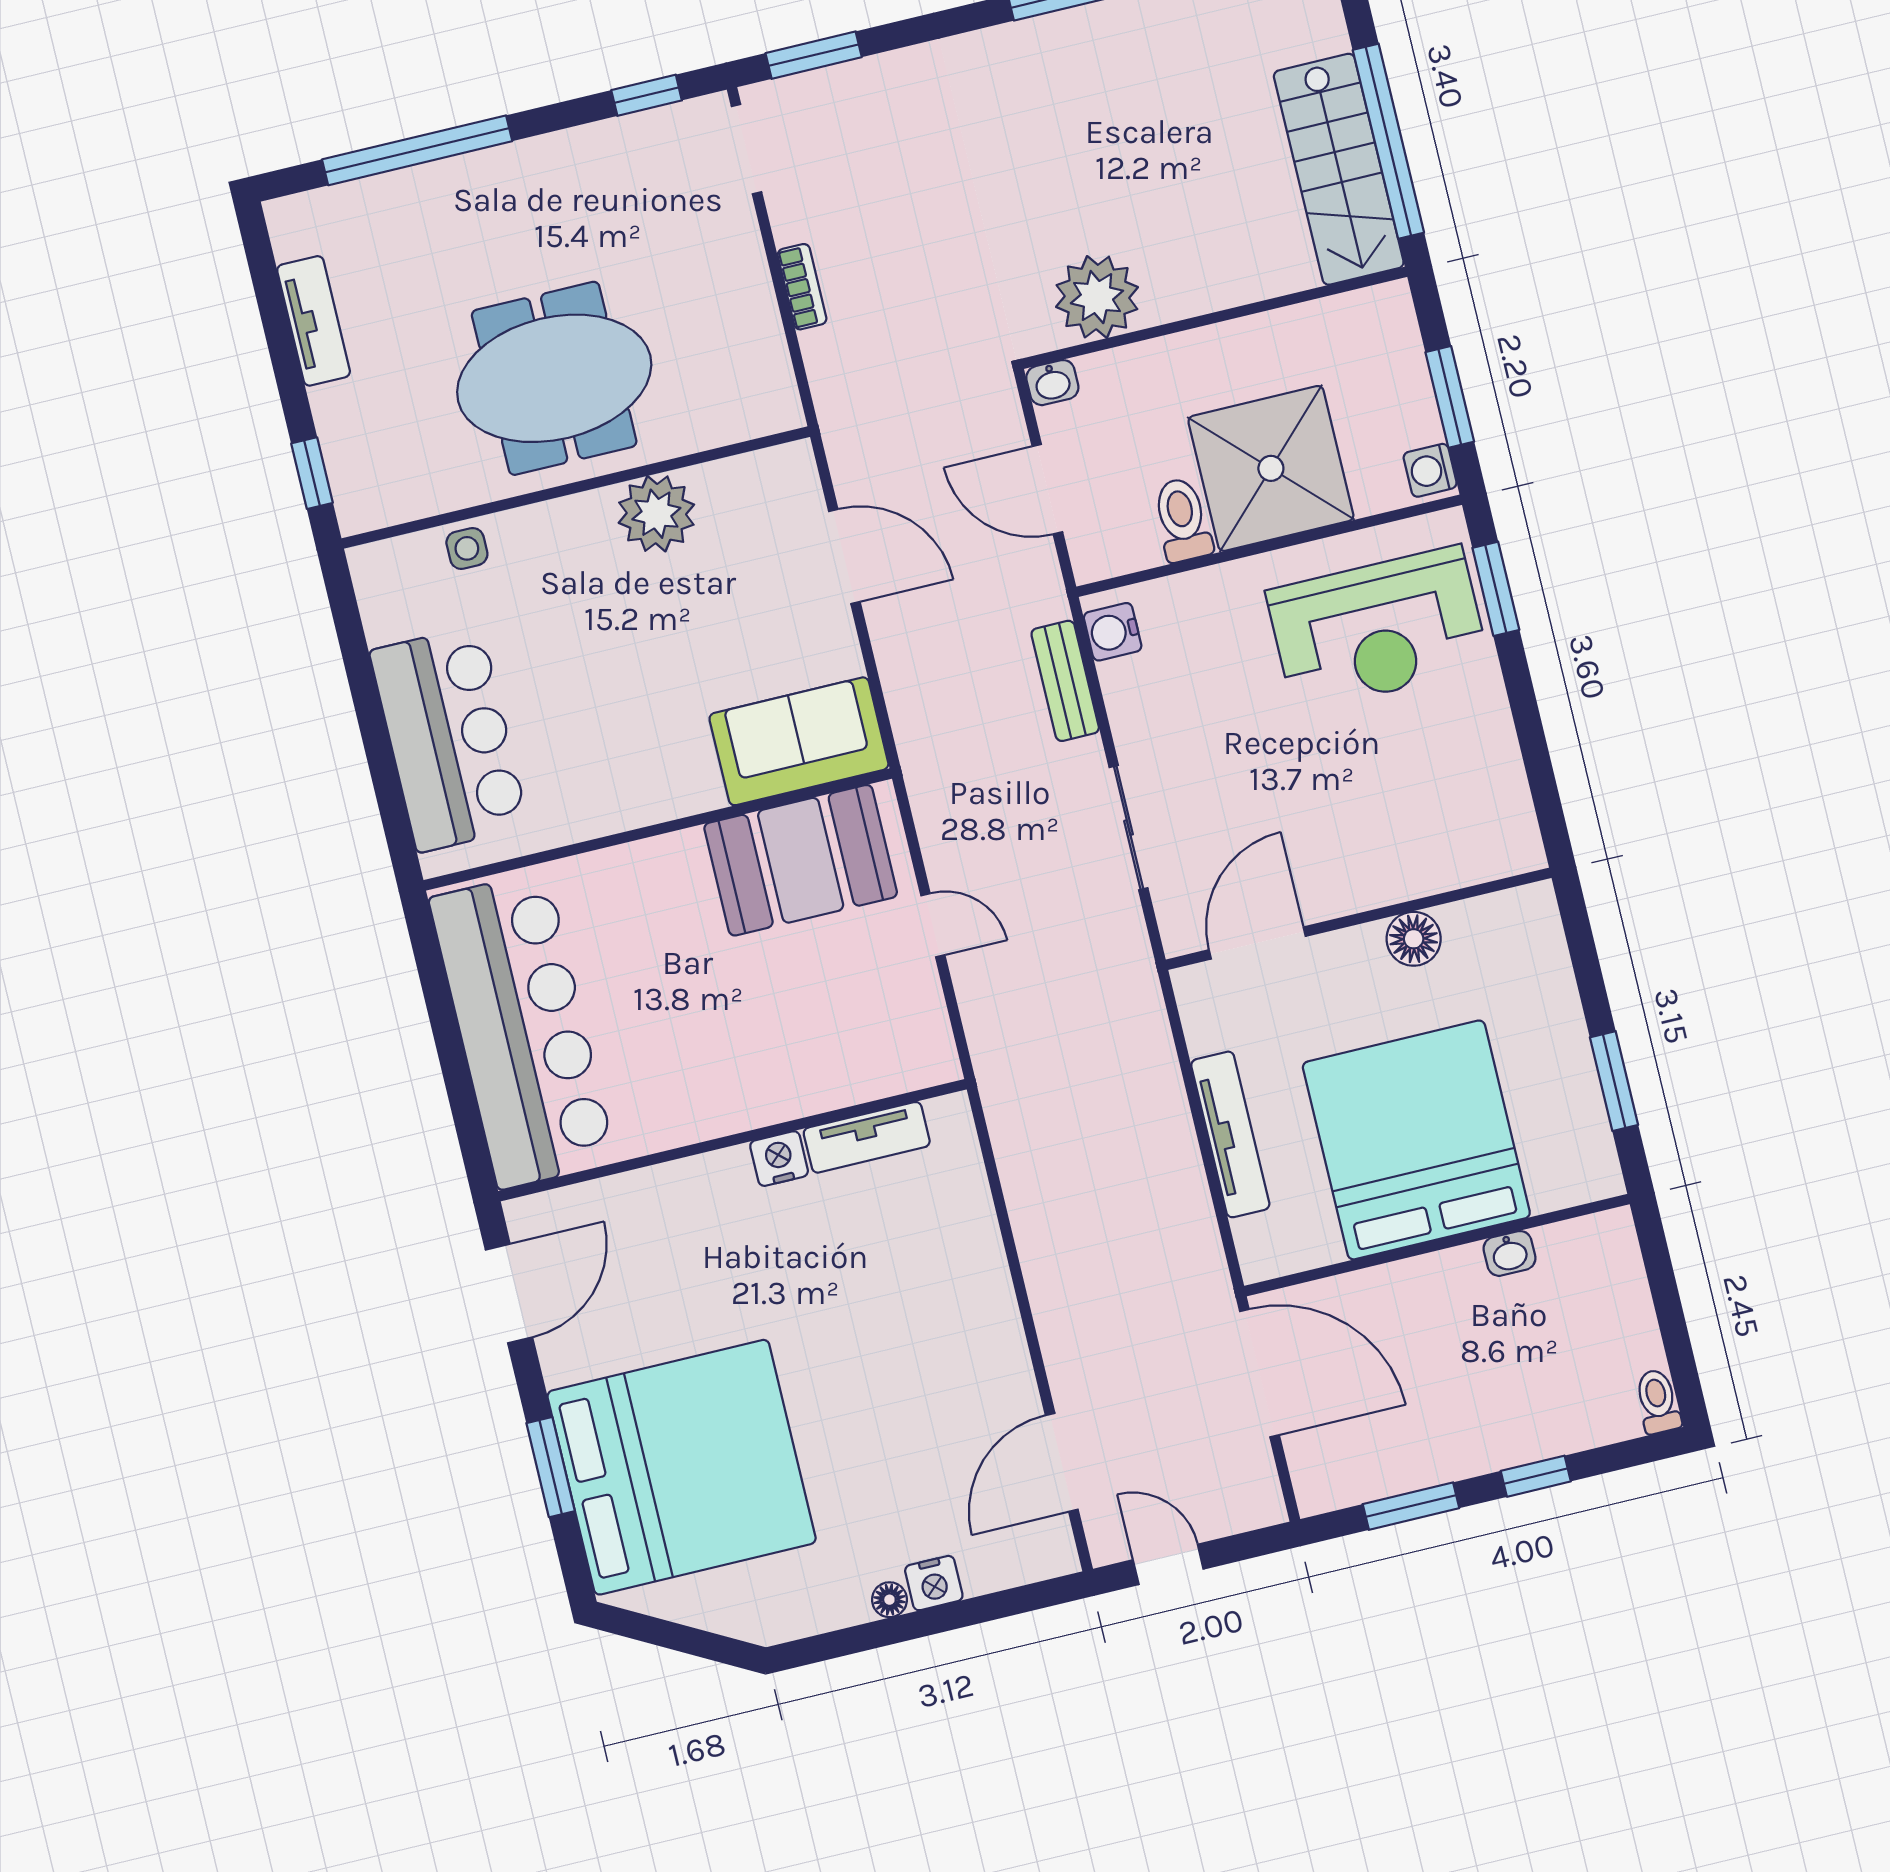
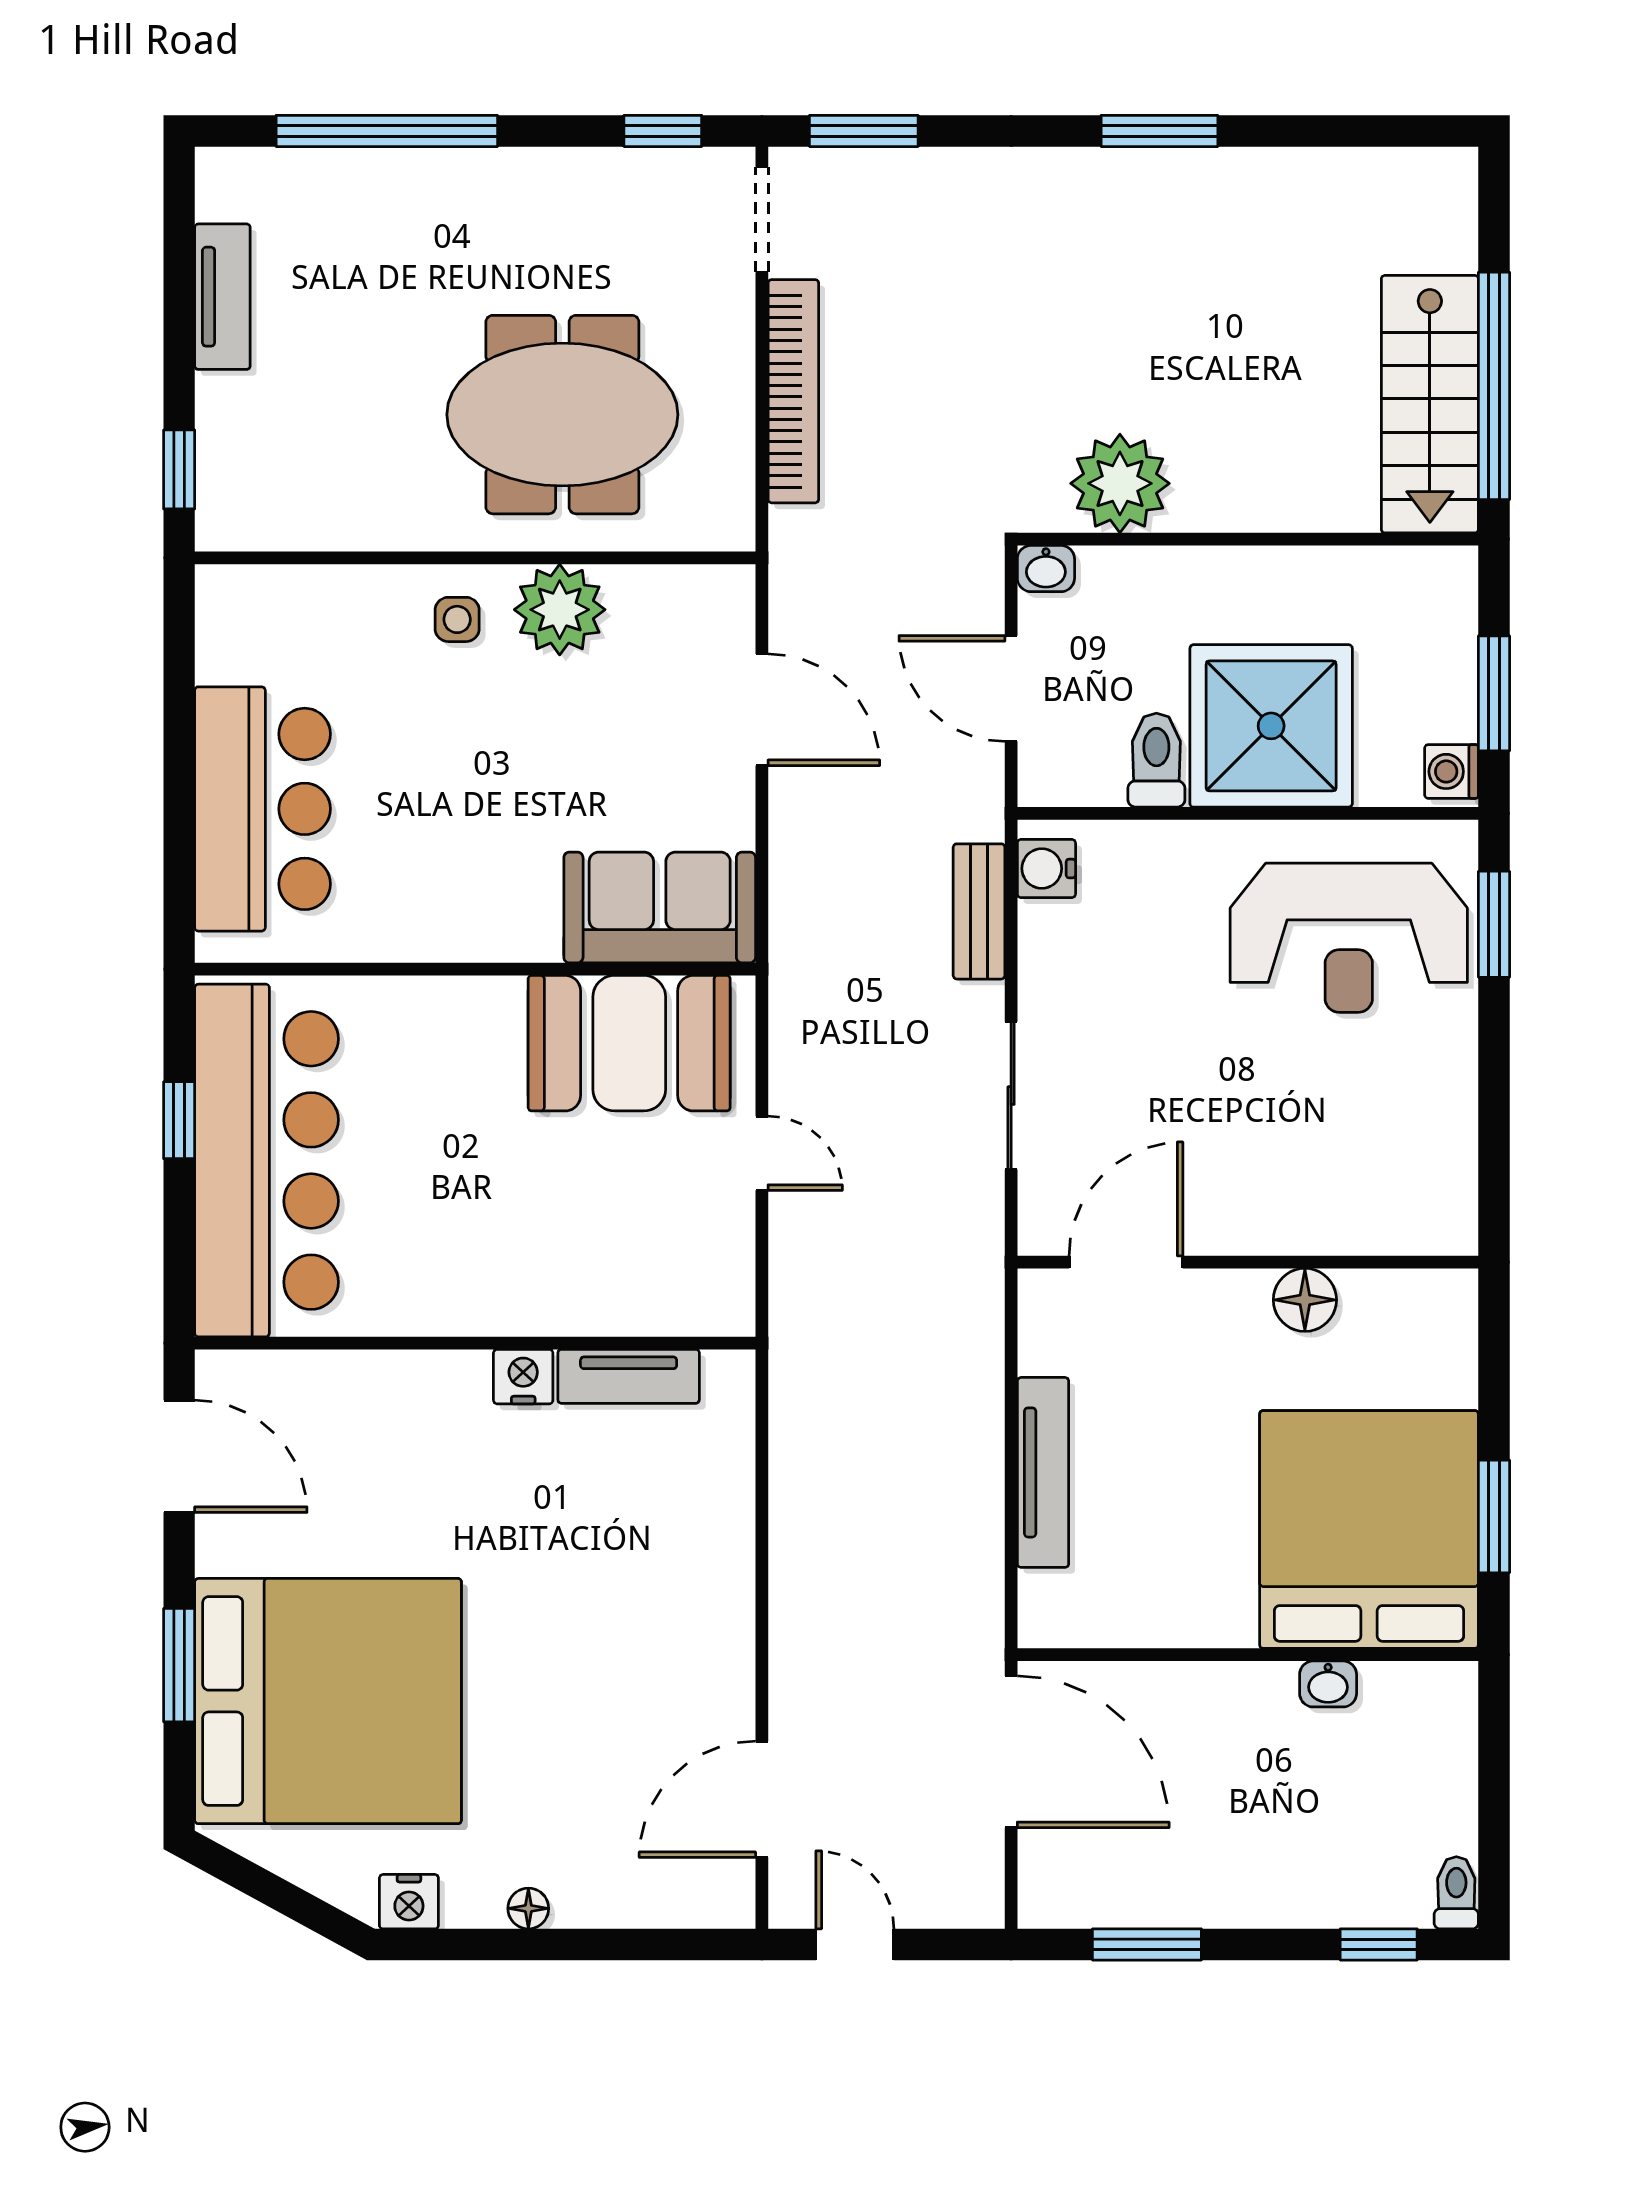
bookcase: (802, 287) -> (793, 391), width x2.31, depth x1.31
meeting table: (554, 378) -> (562, 415), moved
side table: (467, 548) -> (457, 619), moved
window: (442, 1014) -> (179, 1120), added
bed: (1416, 1140) -> (1369, 1529), moved
door: (509, 1293) -> (179, 1456), hinge flipped
window: (1536, 1476) -> (1379, 1944), moved
nightstand: (934, 1583) -> (409, 1902), moved

